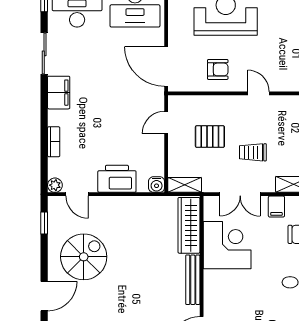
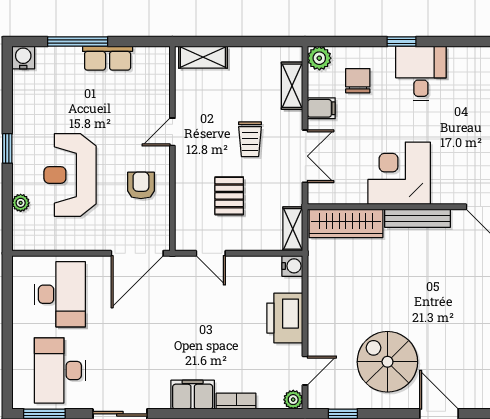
filing cabinet: (59, 93) -> (193, 395), moved
corner desk: (227, 245) -> (399, 173), moved

